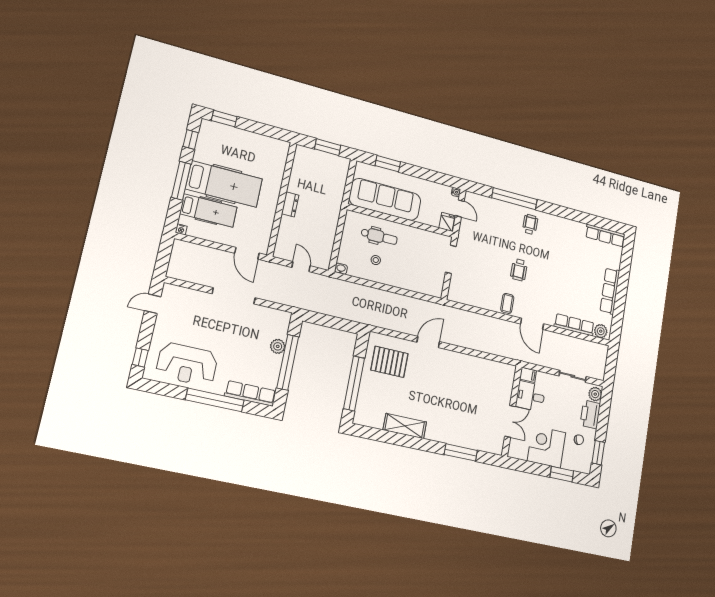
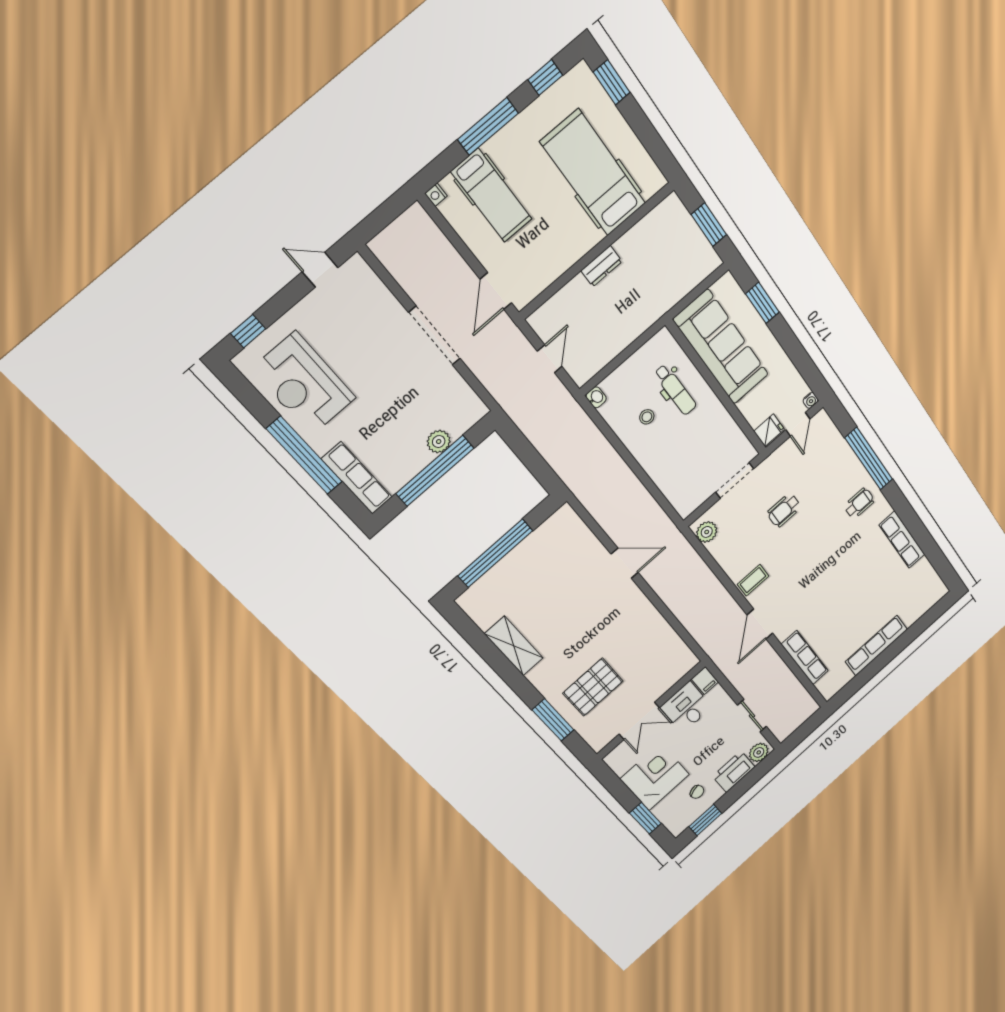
hospital bed: (224, 184) -> (593, 173), moved, turned 180
row of seats: (605, 235) -> (902, 540), moved
wheelchair: (519, 270) -> (784, 510), moved
plant: (601, 331) -> (707, 532), moved
pallet: (389, 362) -> (593, 687), moved, turned 90

